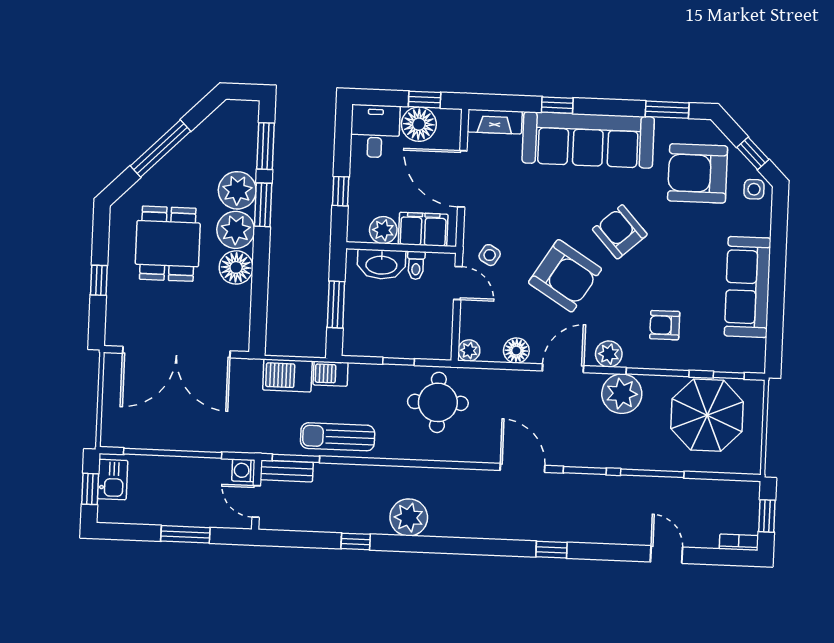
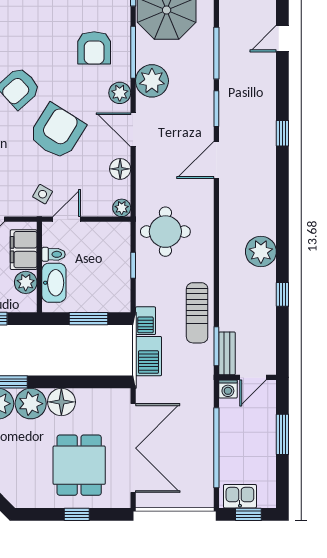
dining table: (168, 244) -> (79, 465), moved, turned 90
armchair: (665, 325) -> (94, 48), width x1.38, depth x1.38

